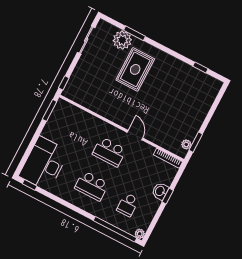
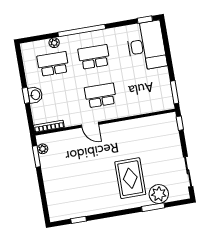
school desk: (128, 205) -> (53, 64), width x1.85
window: (115, 229) -> (82, 30), moved
plant: (140, 234) -> (54, 43), moved

